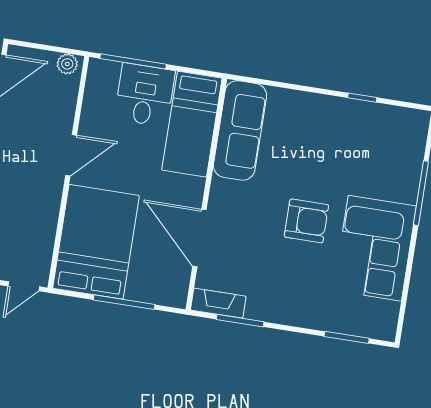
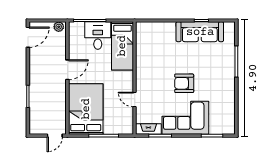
sofa: (240, 130) -> (200, 32), moved, turned 90
armchair: (306, 221) -> (184, 83), turned 180
door: (199, 238) -> (135, 99), width x0.53
corner sofa: (375, 248) -> (185, 118), moved, turned 90

